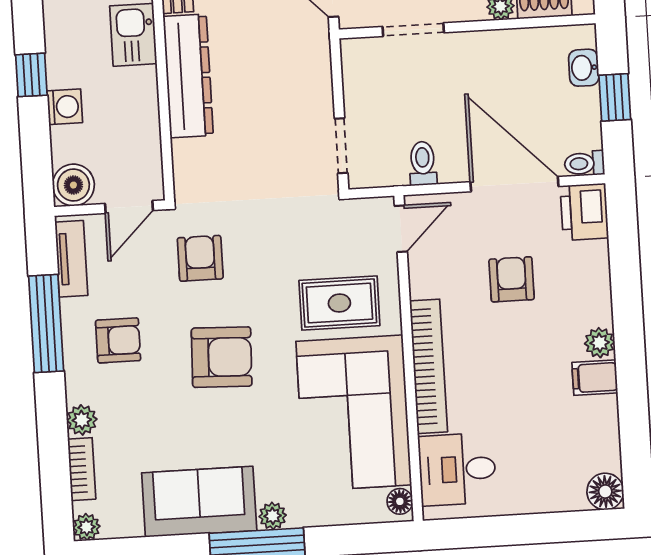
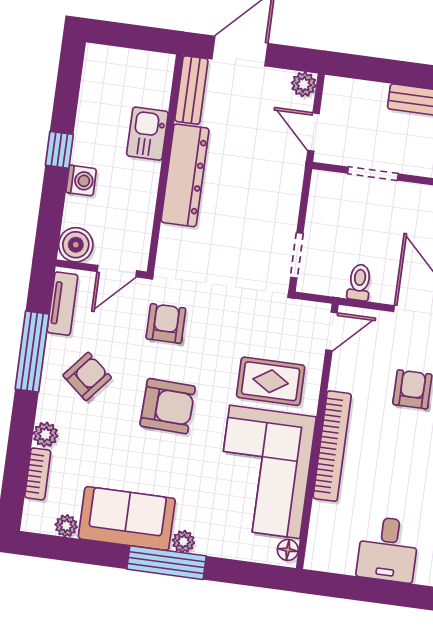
armchair: (118, 340) -> (87, 376), turned -50
desk: (457, 469) -> (388, 549), moved, turned -90
plant: (86, 527) -> (66, 526), moved

